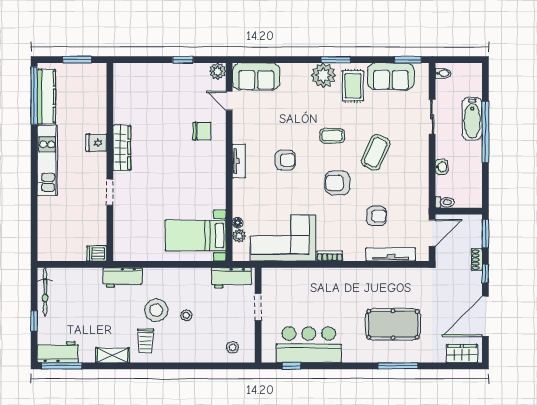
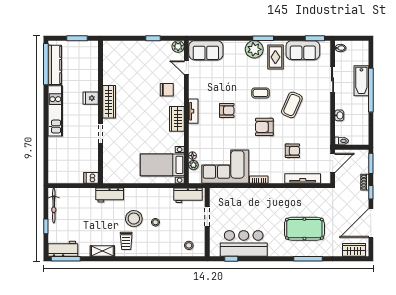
wardrobe: (216, 172) -> (177, 119), added

